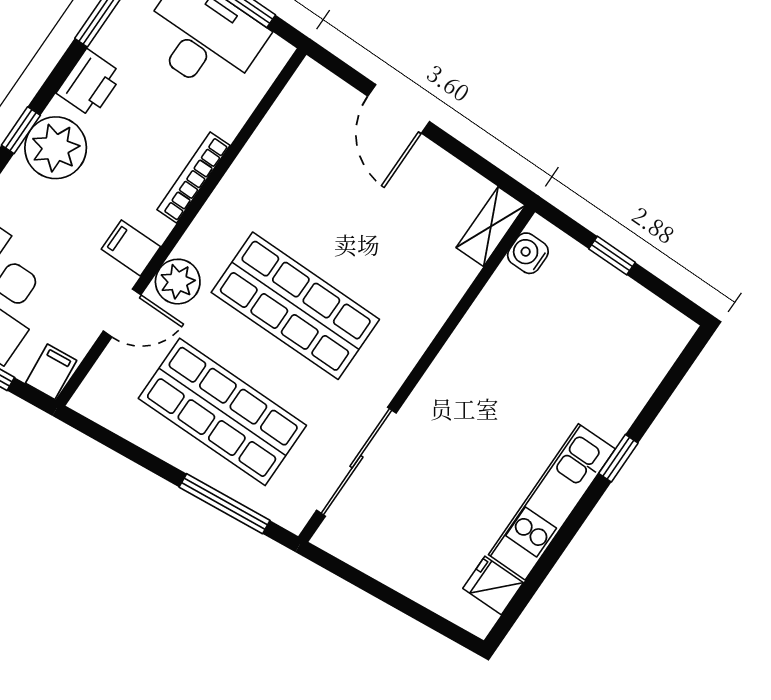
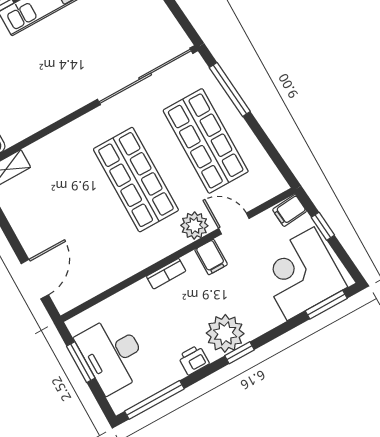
printer: (90, 83) -> (194, 360), width x0.73, depth x0.81
door: (399, 109) -> (35, 279), moved
bookcase: (193, 178) -> (166, 274), width x0.64
sliding door: (356, 462) -> (145, 76), width x1.36

